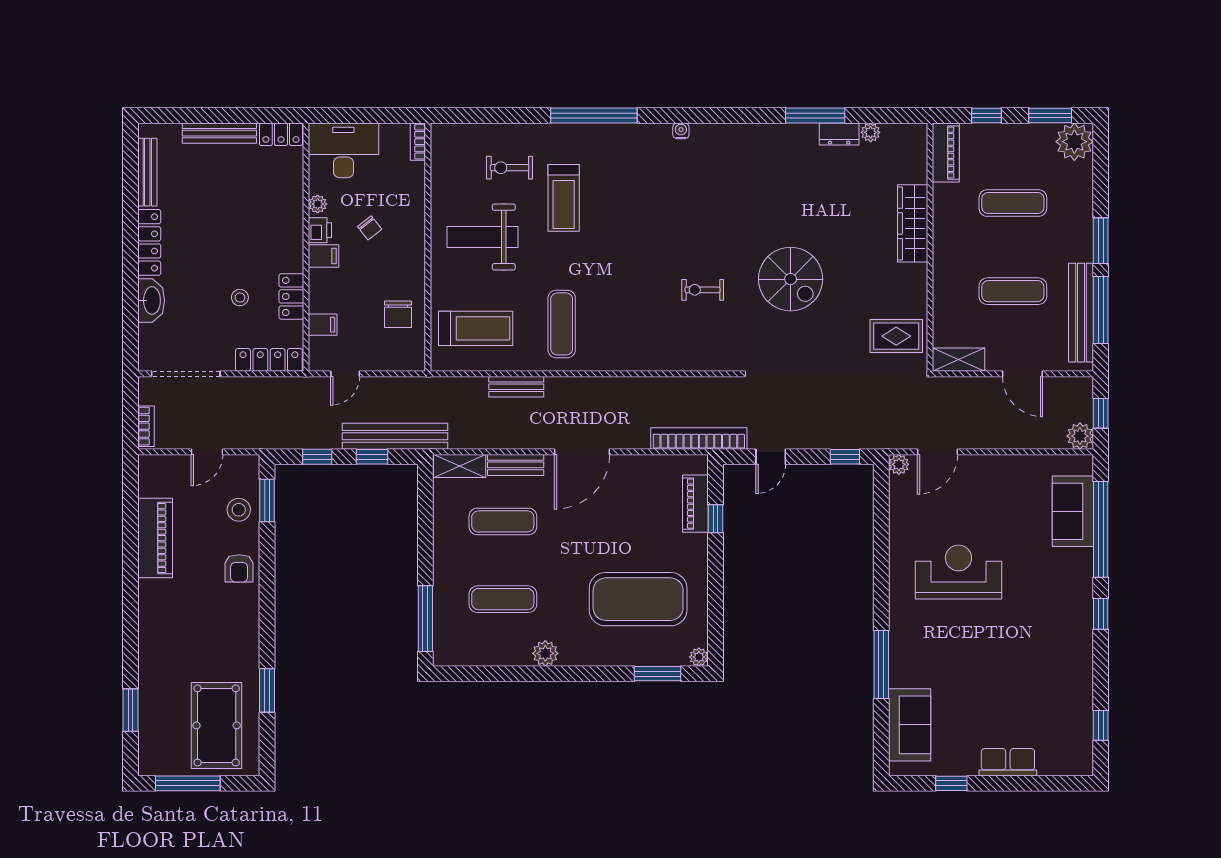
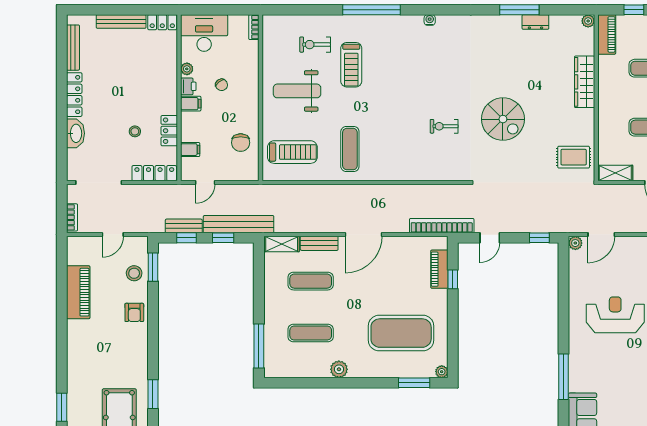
plant: (871, 132) -> (588, 21), moved
bench: (516, 387) -> (184, 226), moved

